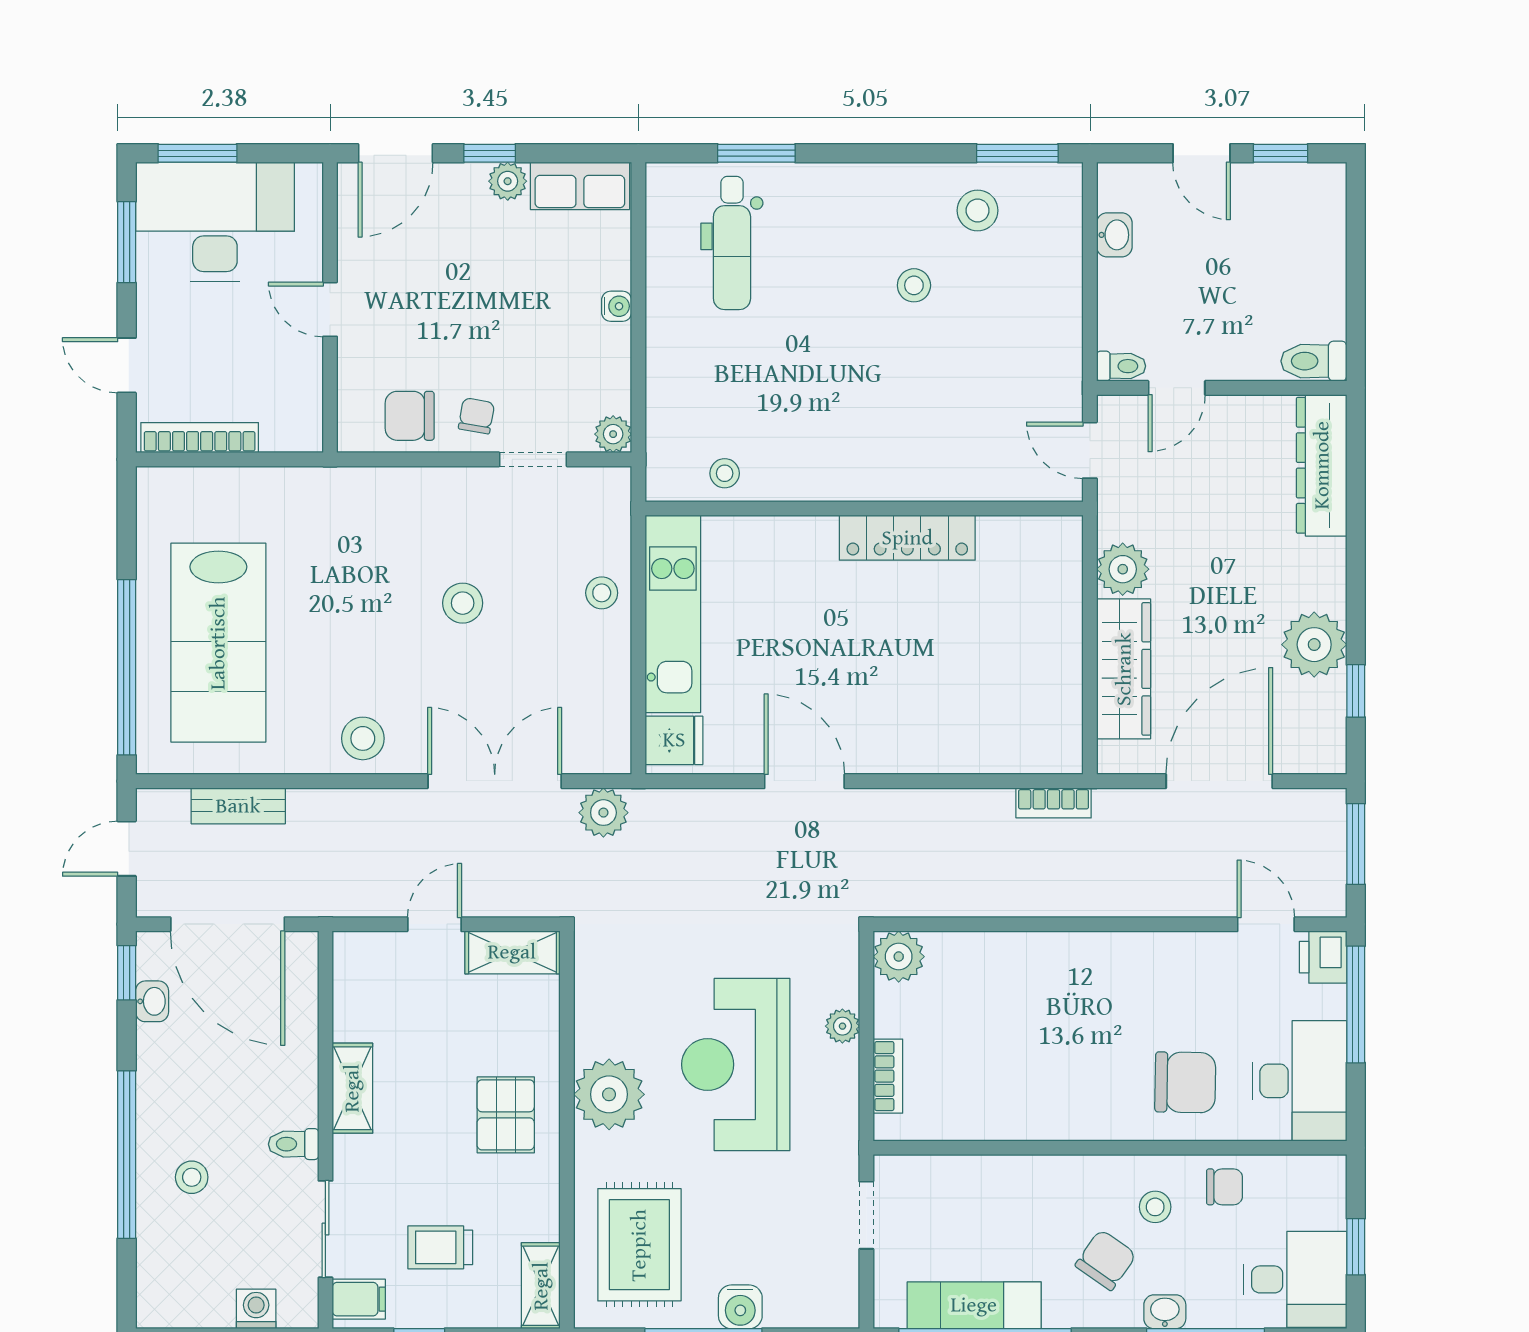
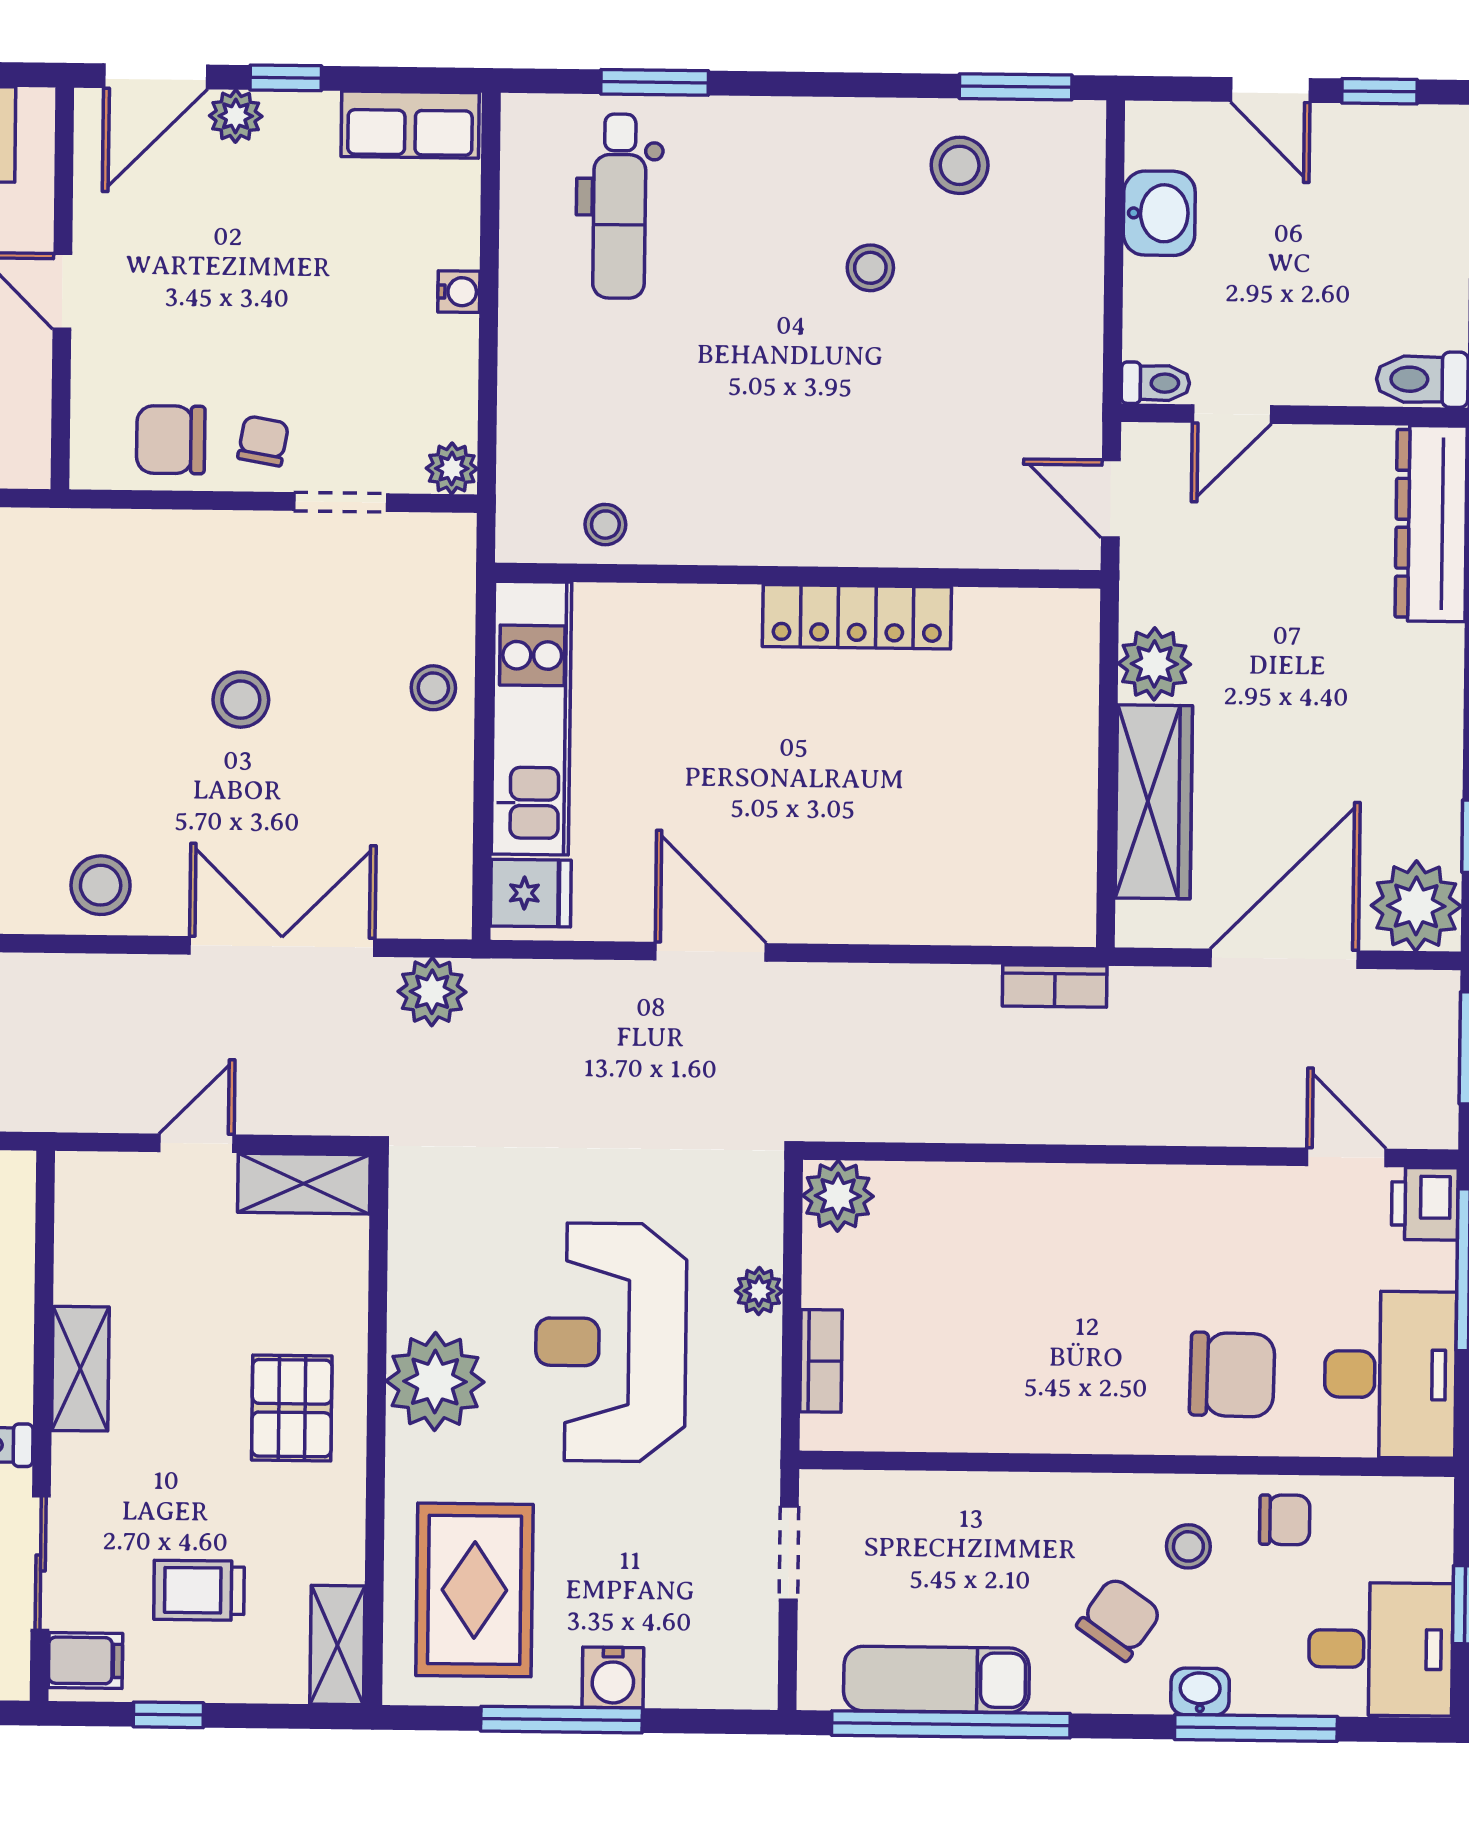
plant: (508, 181) -> (236, 116), moved
washbasin: (1114, 235) -> (1159, 213), width x1.38, depth x1.45
plant: (1314, 645) -> (1416, 906), moved

